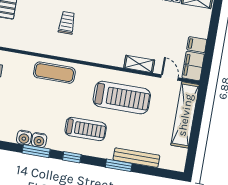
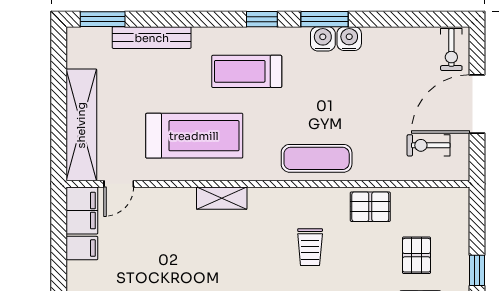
pallet: (29, 40) -> (370, 207), added
shelving: (139, 64) -> (222, 198), moved
door: (170, 78) -> (119, 184), hinge flipped
treadmill: (122, 98) -> (194, 136), turned 180
window: (119, 165) -> (103, 19), moved

